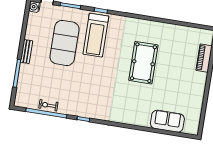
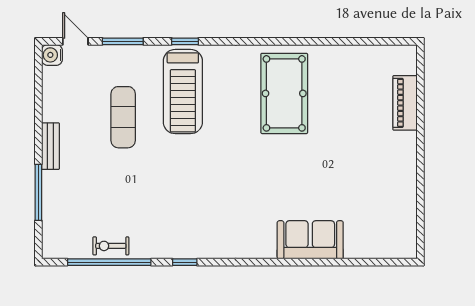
exercise mat: (65, 43) -> (123, 117), width x0.50, depth x0.69
pool table: (143, 63) -> (284, 93), moved
sofa: (167, 121) -> (310, 240), moved

